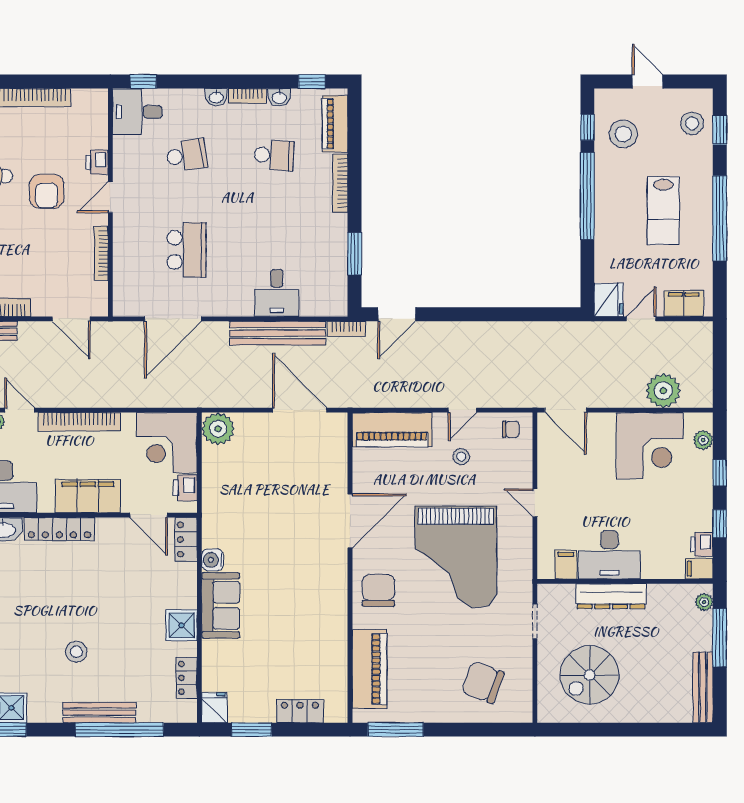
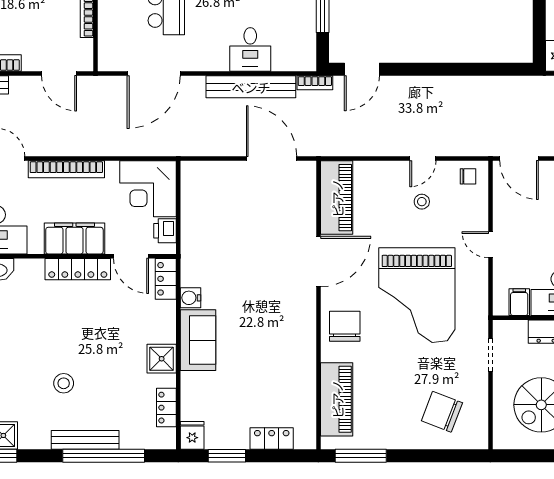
plant: (218, 429) -> (196, 176), removed
piano: (392, 430) -> (337, 198), moved, turned -90
locker: (59, 529) -> (78, 269), moved

